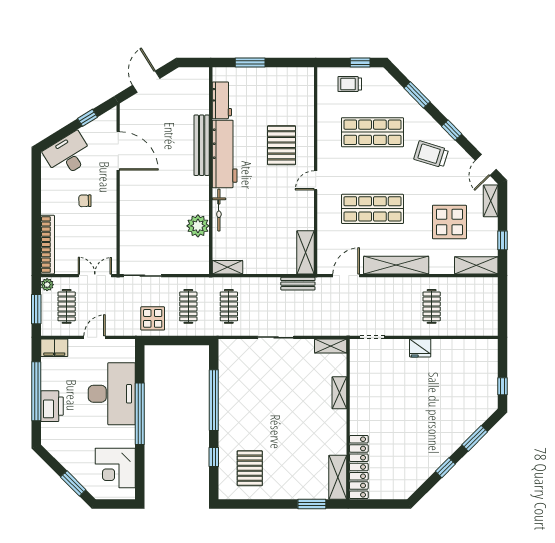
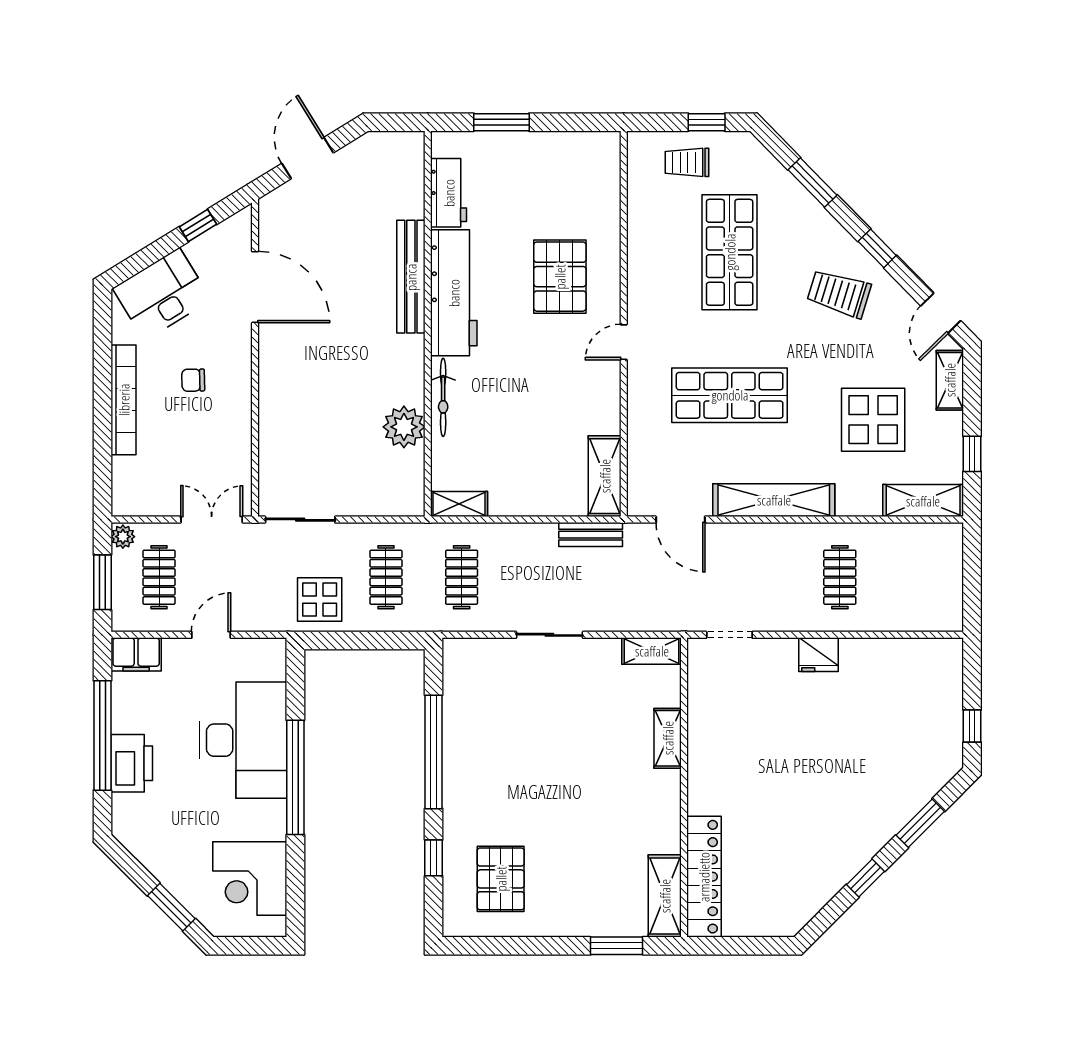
shop shelf: (372, 132) -> (730, 252), turned 90
bookcase: (48, 245) -> (124, 400), moved
door: (346, 276) -> (680, 520), swing flipped

